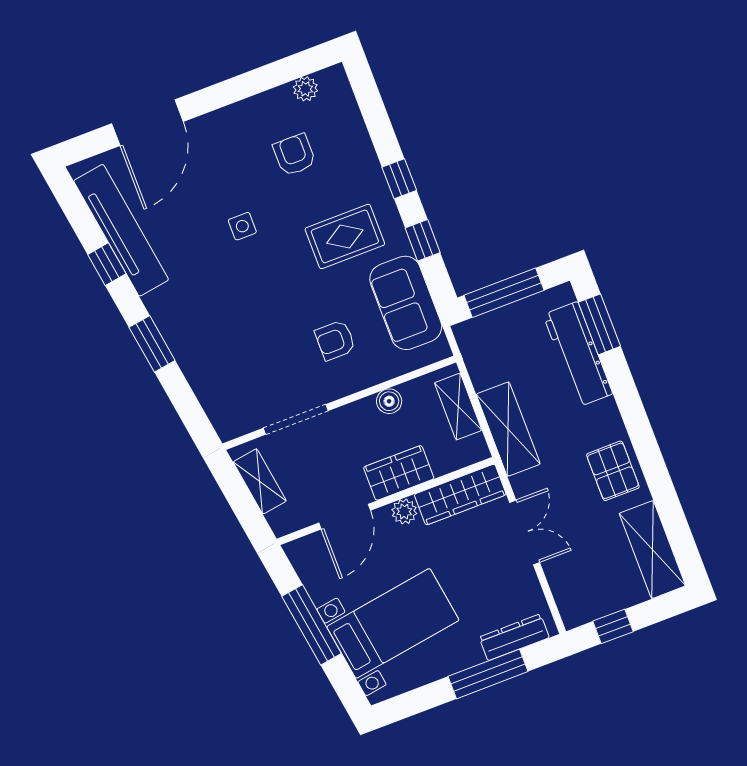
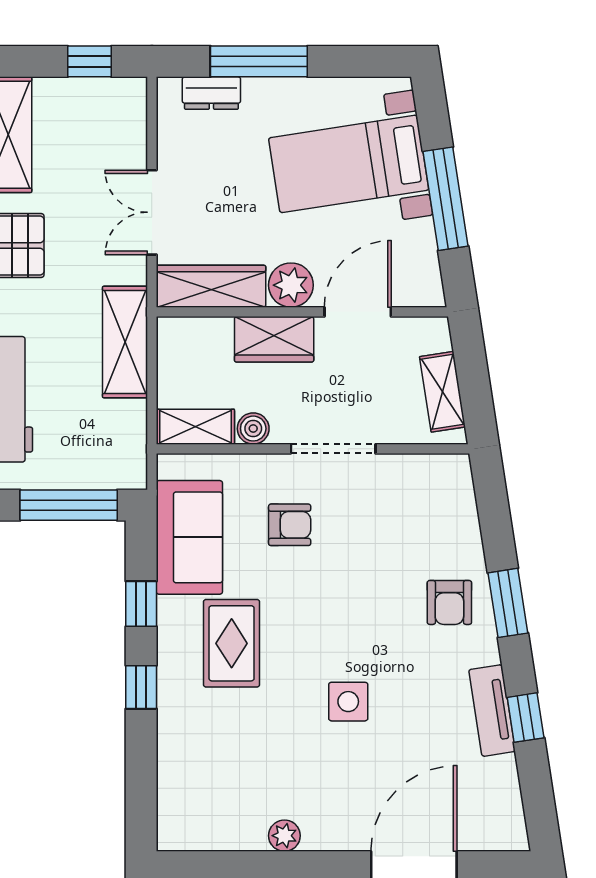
plant: (305, 89) -> (284, 836), moved
armchair: (294, 155) -> (449, 602), moved
side table: (242, 226) -> (348, 702), width x1.37, depth x1.37
tv unit: (121, 230) -> (492, 711), width x0.52, depth x0.78
rug: (345, 236) -> (232, 643), turned 90
shelving: (458, 407) -> (195, 427), moved, turned 90
doorway: (296, 419) -> (333, 449), moved
plant: (404, 512) -> (291, 285), width x1.38, depth x1.38
dresser: (514, 637) -> (211, 93), width x0.70

